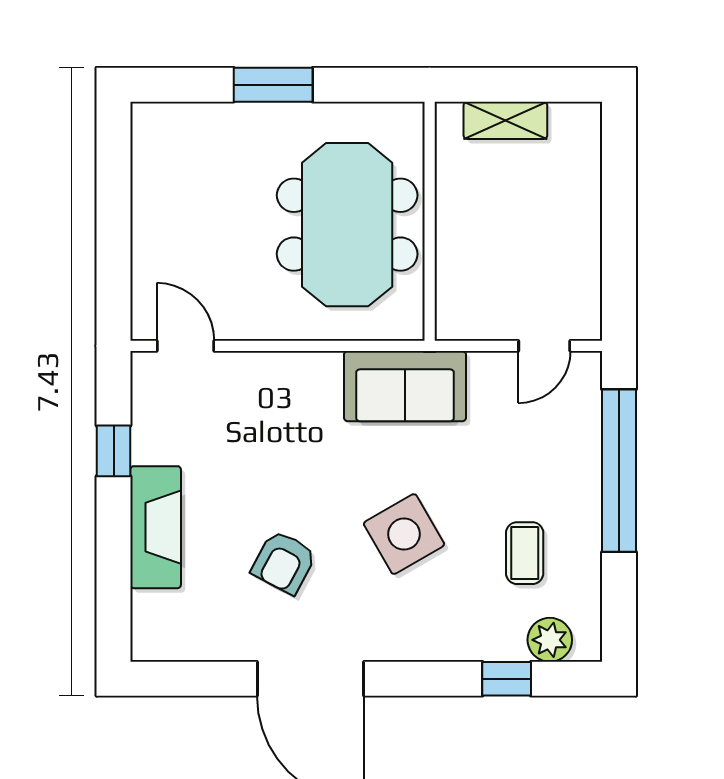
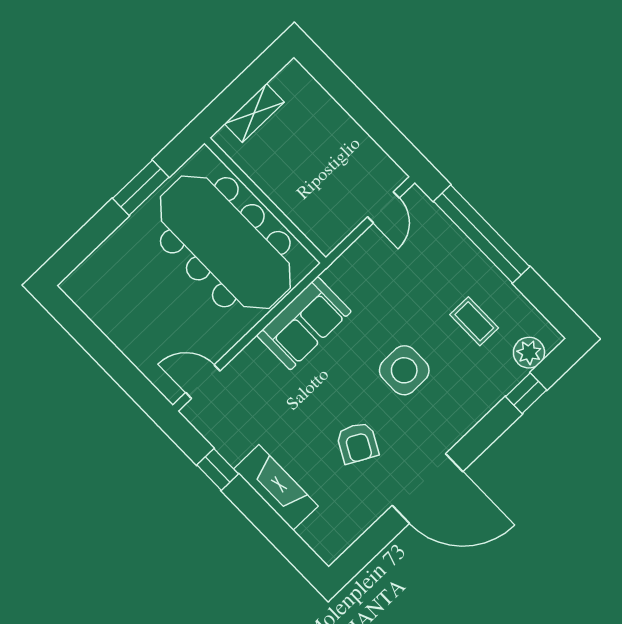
window: (273, 85) -> (141, 188), moved
meeting table: (347, 225) -> (225, 242), width x1.36
sofa: (405, 386) -> (304, 323), moved
side table: (404, 534) -> (404, 370), turned 30

